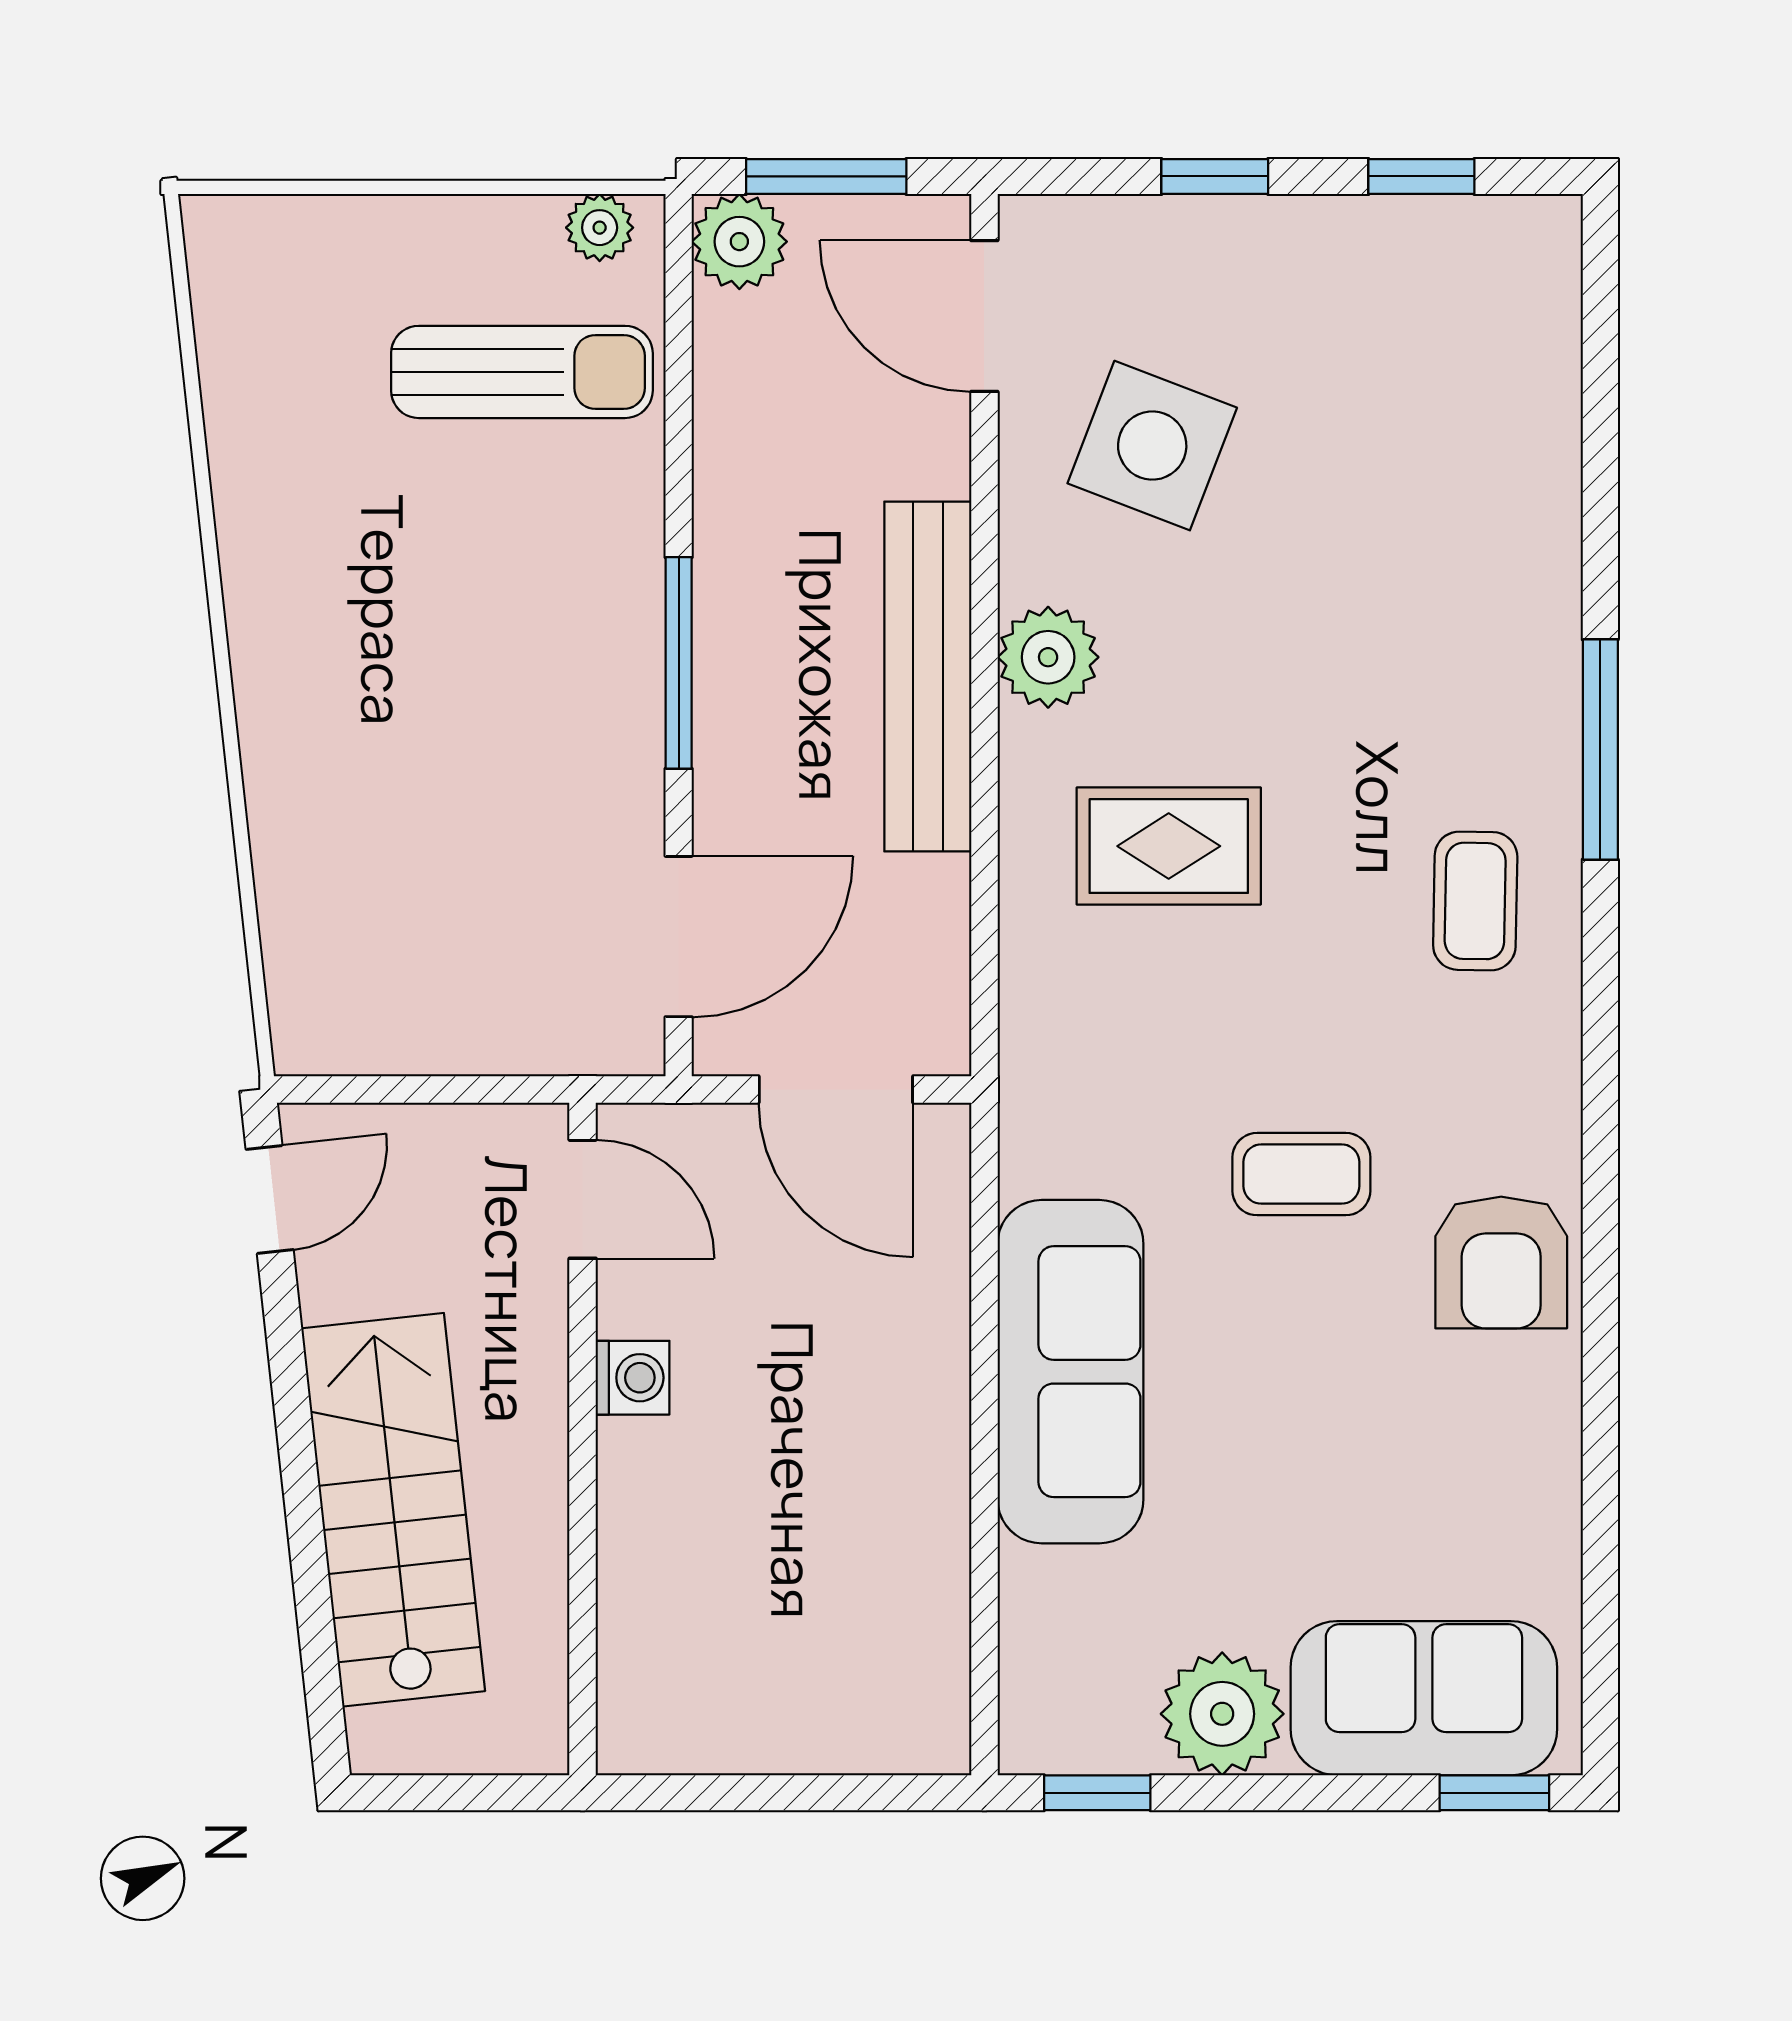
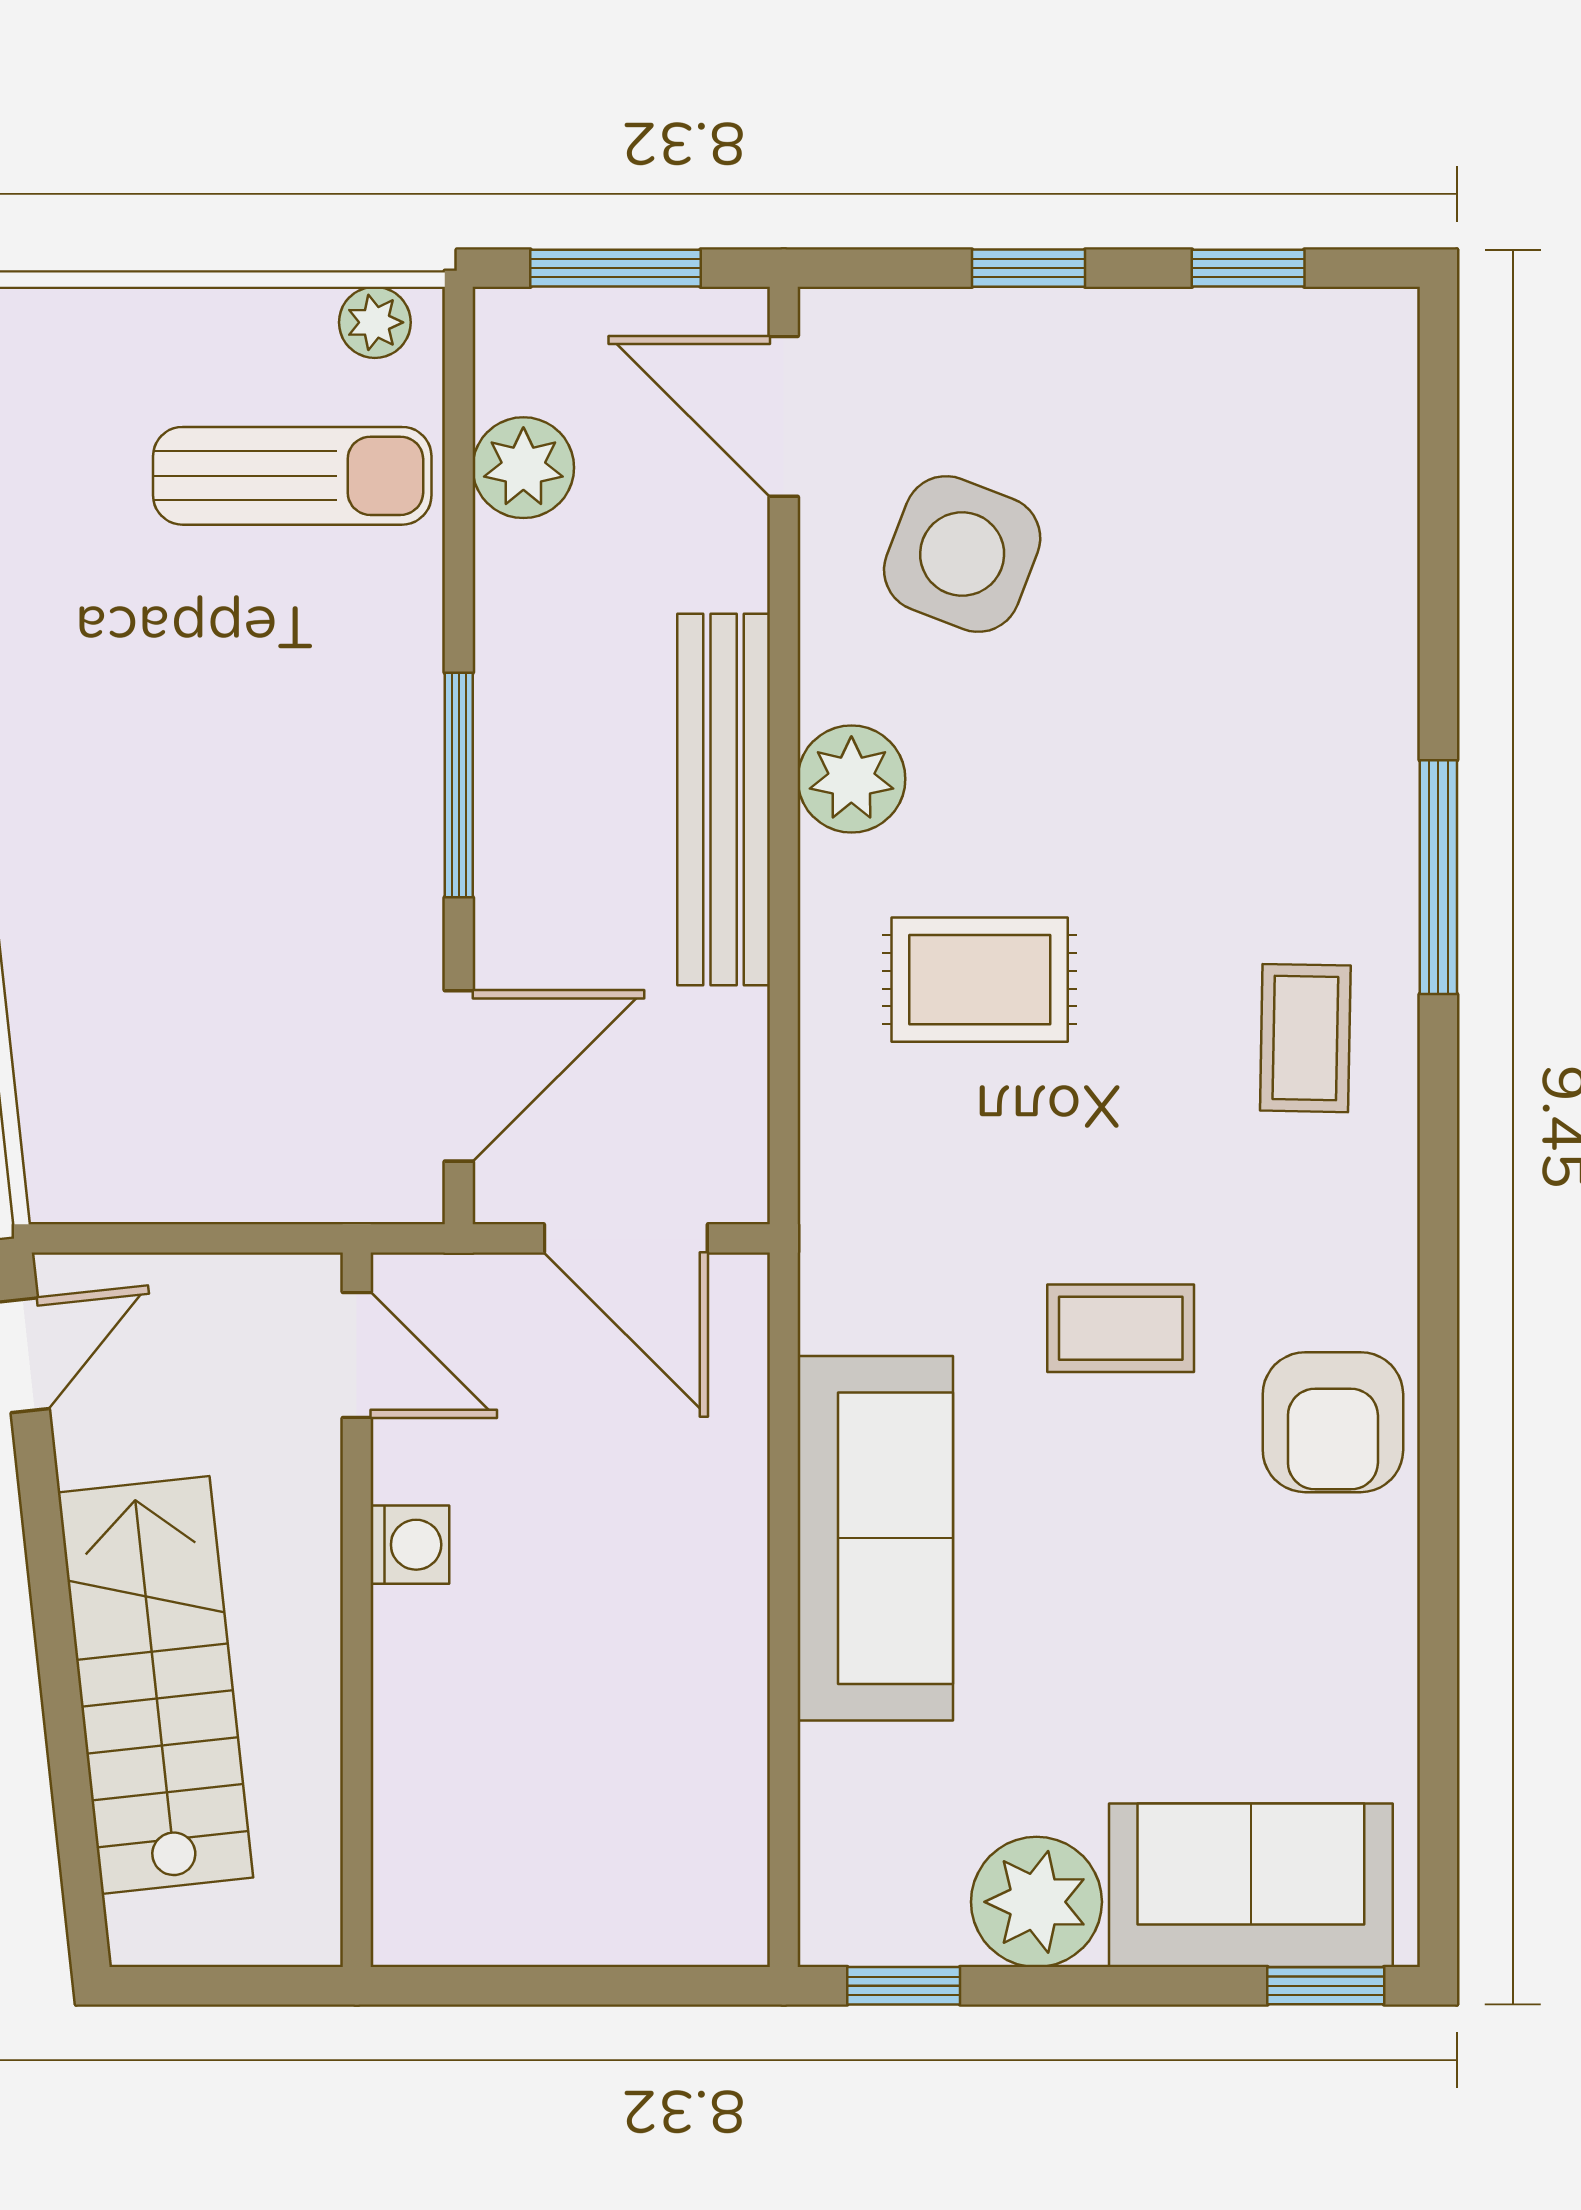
plant: (739, 242) -> (523, 468), moved

